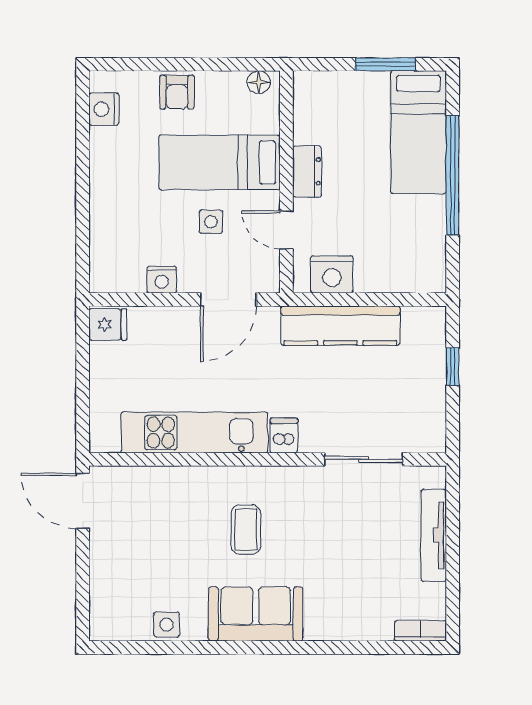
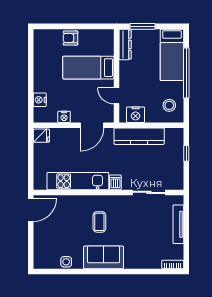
window: (385, 64) -> (142, 26), moved
floor lamp: (259, 82) -> (105, 34), removed
armchair: (177, 92) -> (70, 38), turned 90
nightstand: (104, 109) -> (40, 100), moved
dresser: (307, 171) -> (125, 44), moved, width x1.44
side table: (211, 222) -> (85, 93), removed
stool: (412, 252) -> (169, 105), added
door: (83, 501) -> (31, 210), swing flipped

